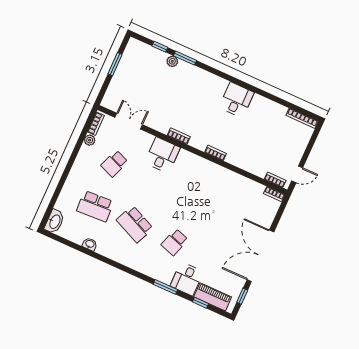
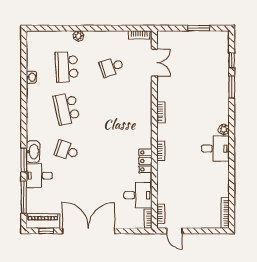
plant: (172, 61) -> (224, 129), moved
plant: (90, 140) -> (78, 36), moved
desk: (162, 155) -> (138, 195), moved
school desk: (114, 164) -> (112, 67), turned -39
locker: (218, 172) -> (145, 161), added
washbasin: (55, 222) -> (33, 152), moved, turned -90
school desk: (135, 224) -> (67, 109), turned -36
piano: (213, 297) -> (43, 221), moved, turned -90
window: (200, 303) -> (24, 197), width x2.17

